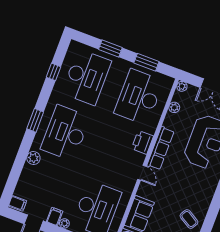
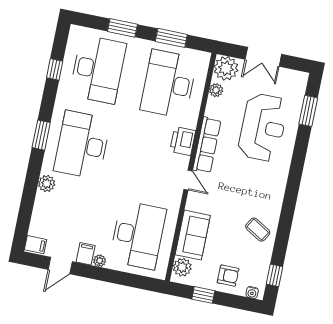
plant: (182, 86) -> (226, 68), width x1.88, depth x1.88

